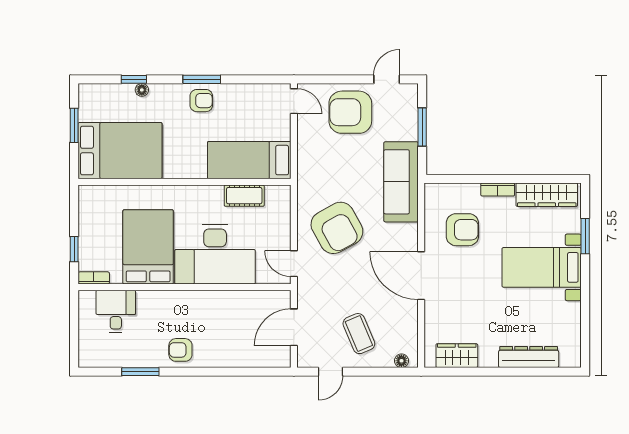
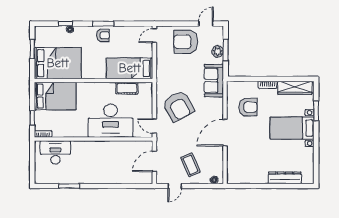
door: (294, 101) -> (154, 36), swing flipped
plant: (408, 130) -> (218, 51), added
sofa: (401, 182) -> (214, 80), width x0.73
bed: (148, 247) -> (55, 96), moved, turned 90
door: (421, 276) -> (225, 133), hinge flipped
desk: (116, 311) -> (55, 152), width x1.37
armchair: (180, 350) -> (91, 174), removed
wardrobe: (457, 356) -> (245, 177), removed

